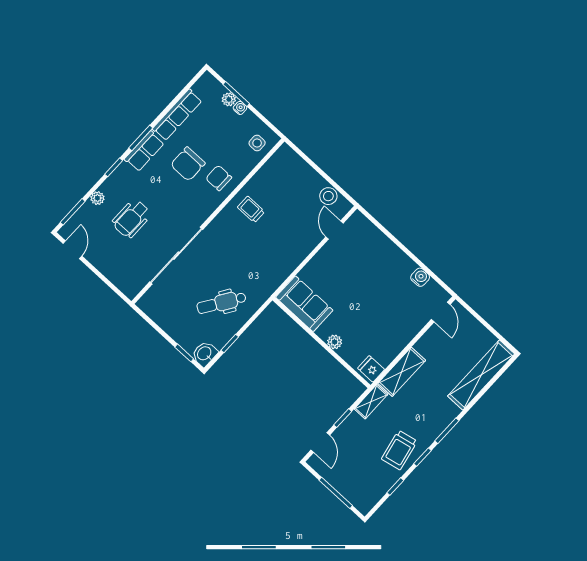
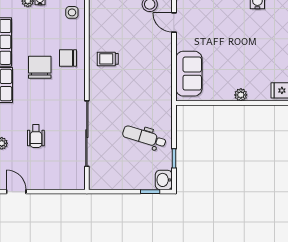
chair: (188, 164) -> (40, 67), turned 180
wheelchair: (132, 219) -> (36, 136), width x0.73, depth x0.73
dental chair: (221, 303) -> (144, 137), turned 74
sofa: (304, 304) -> (189, 74), moved, turned 90

